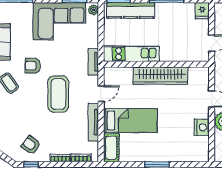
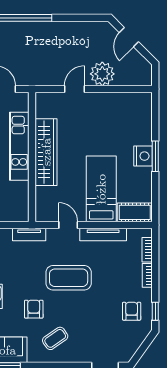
kitchen unit: (131, 54) -> (19, 146), moved
armchair: (33, 66) -> (34, 309), turned 180
nightstand: (202, 127) -> (143, 156), moved, turned 90
armchair: (31, 145) -> (132, 311), turned 143

